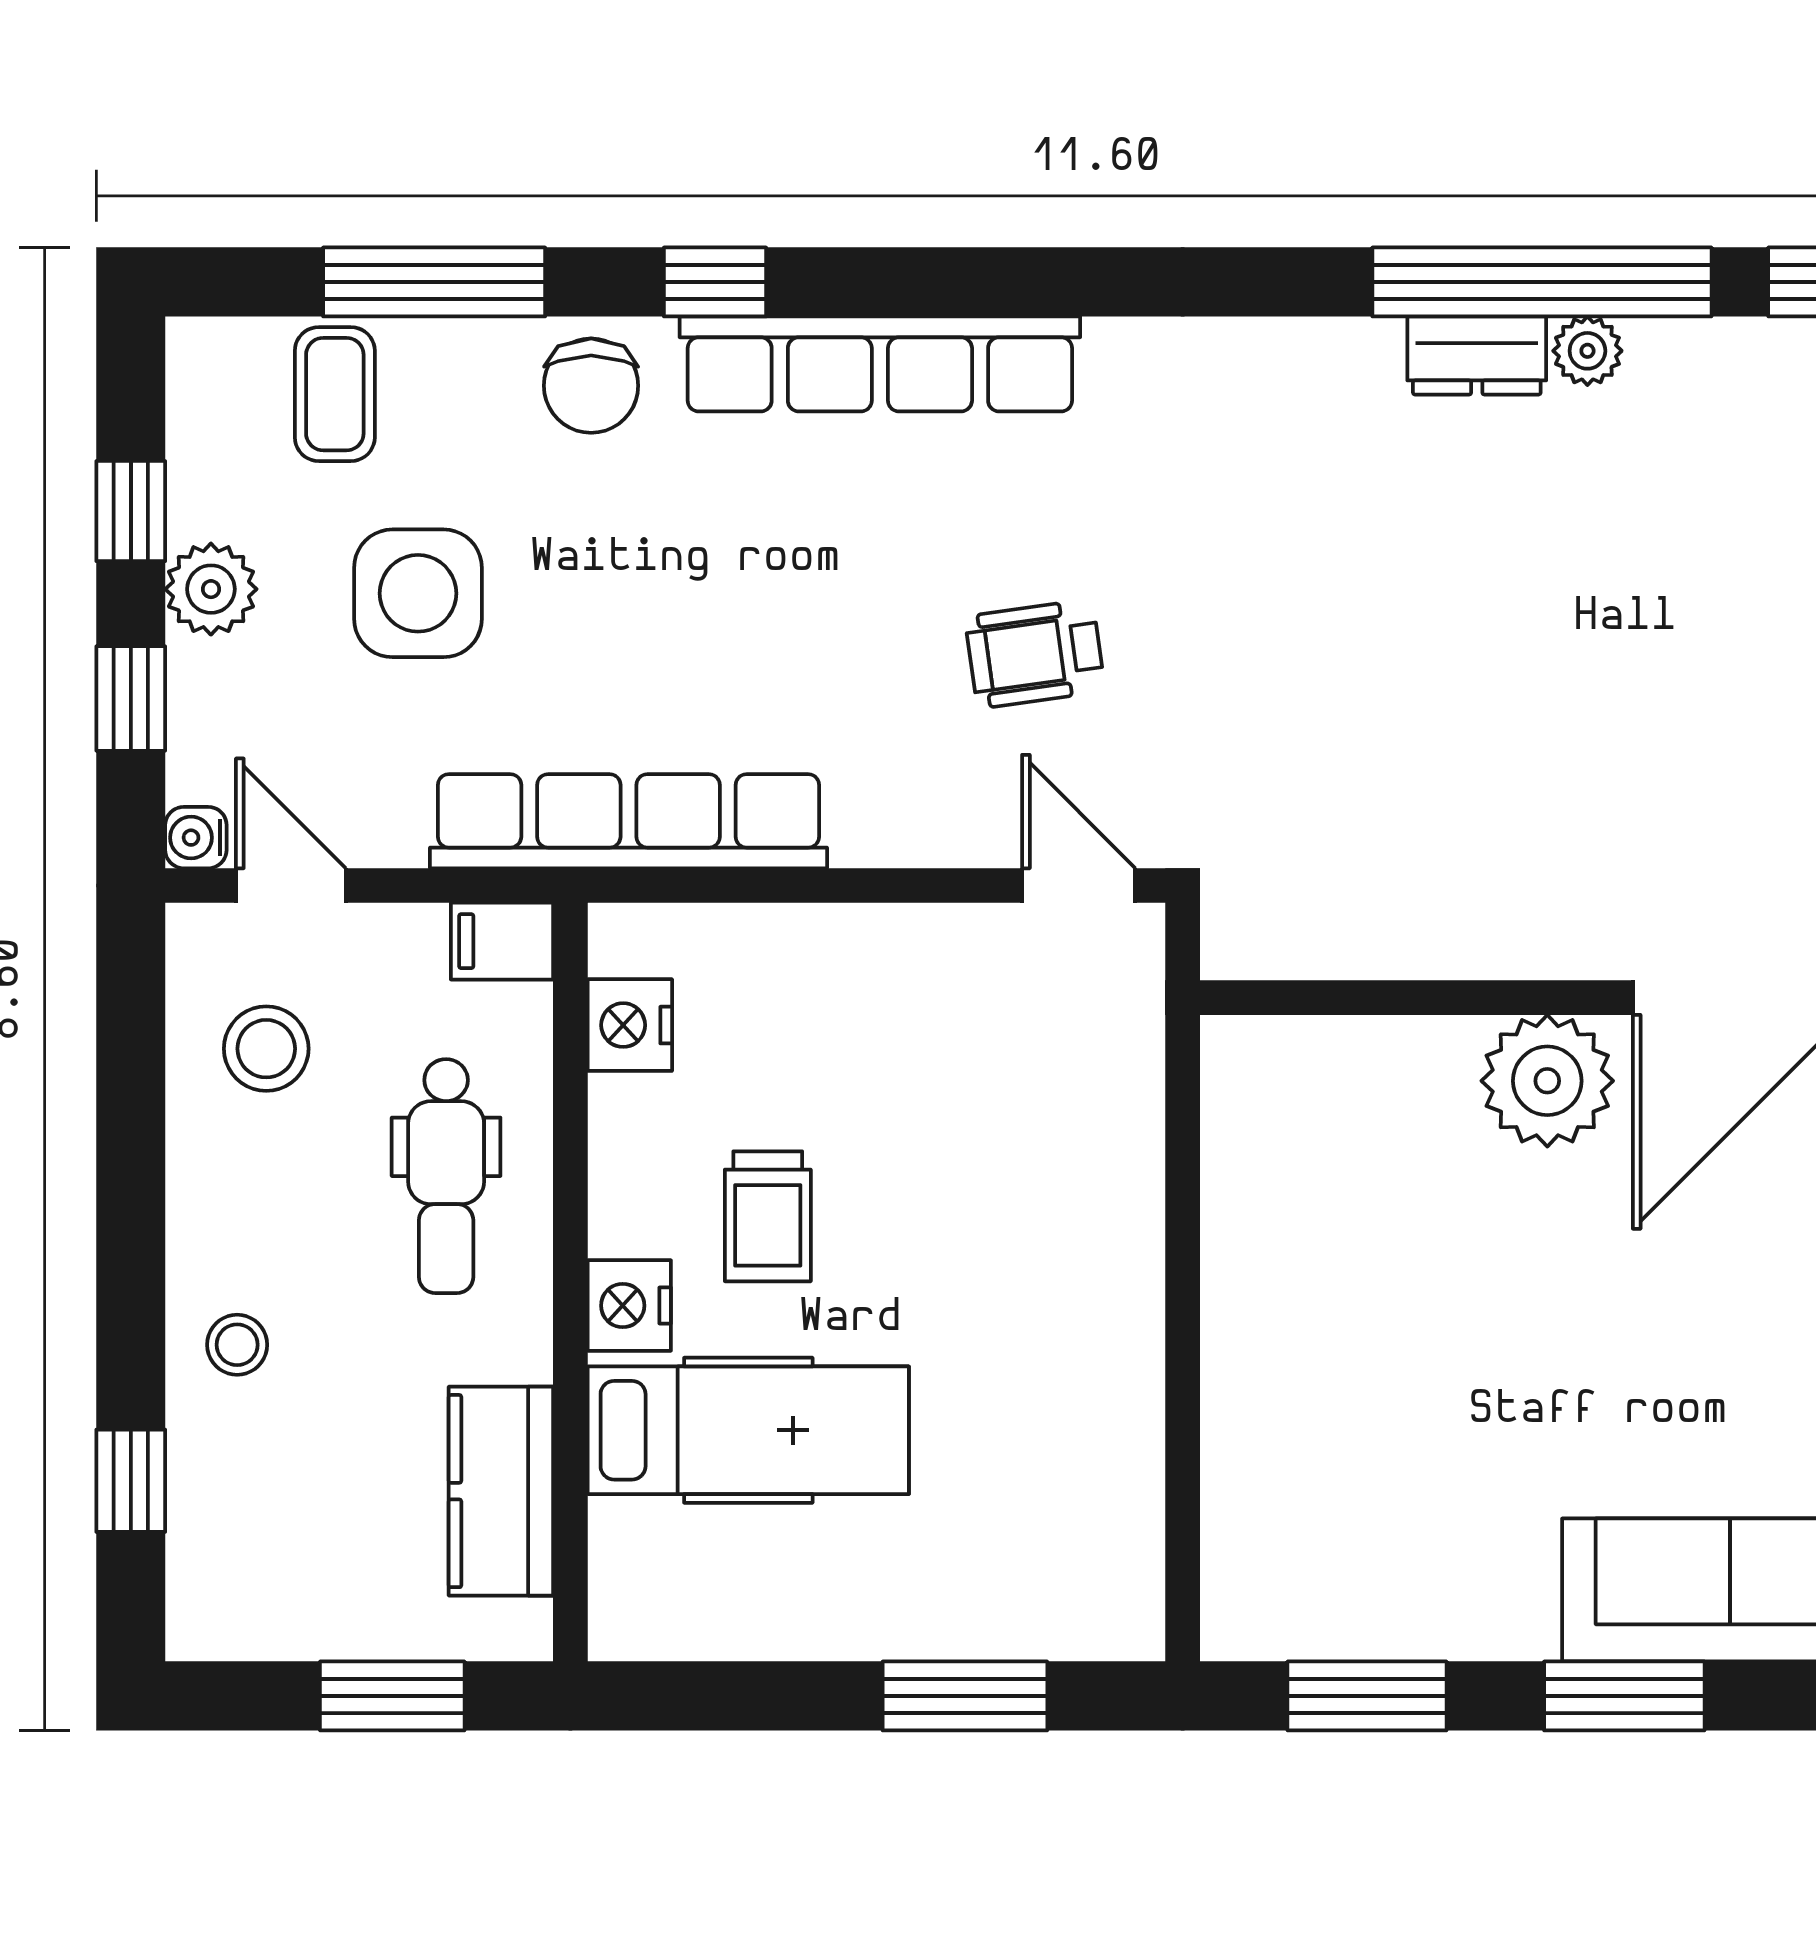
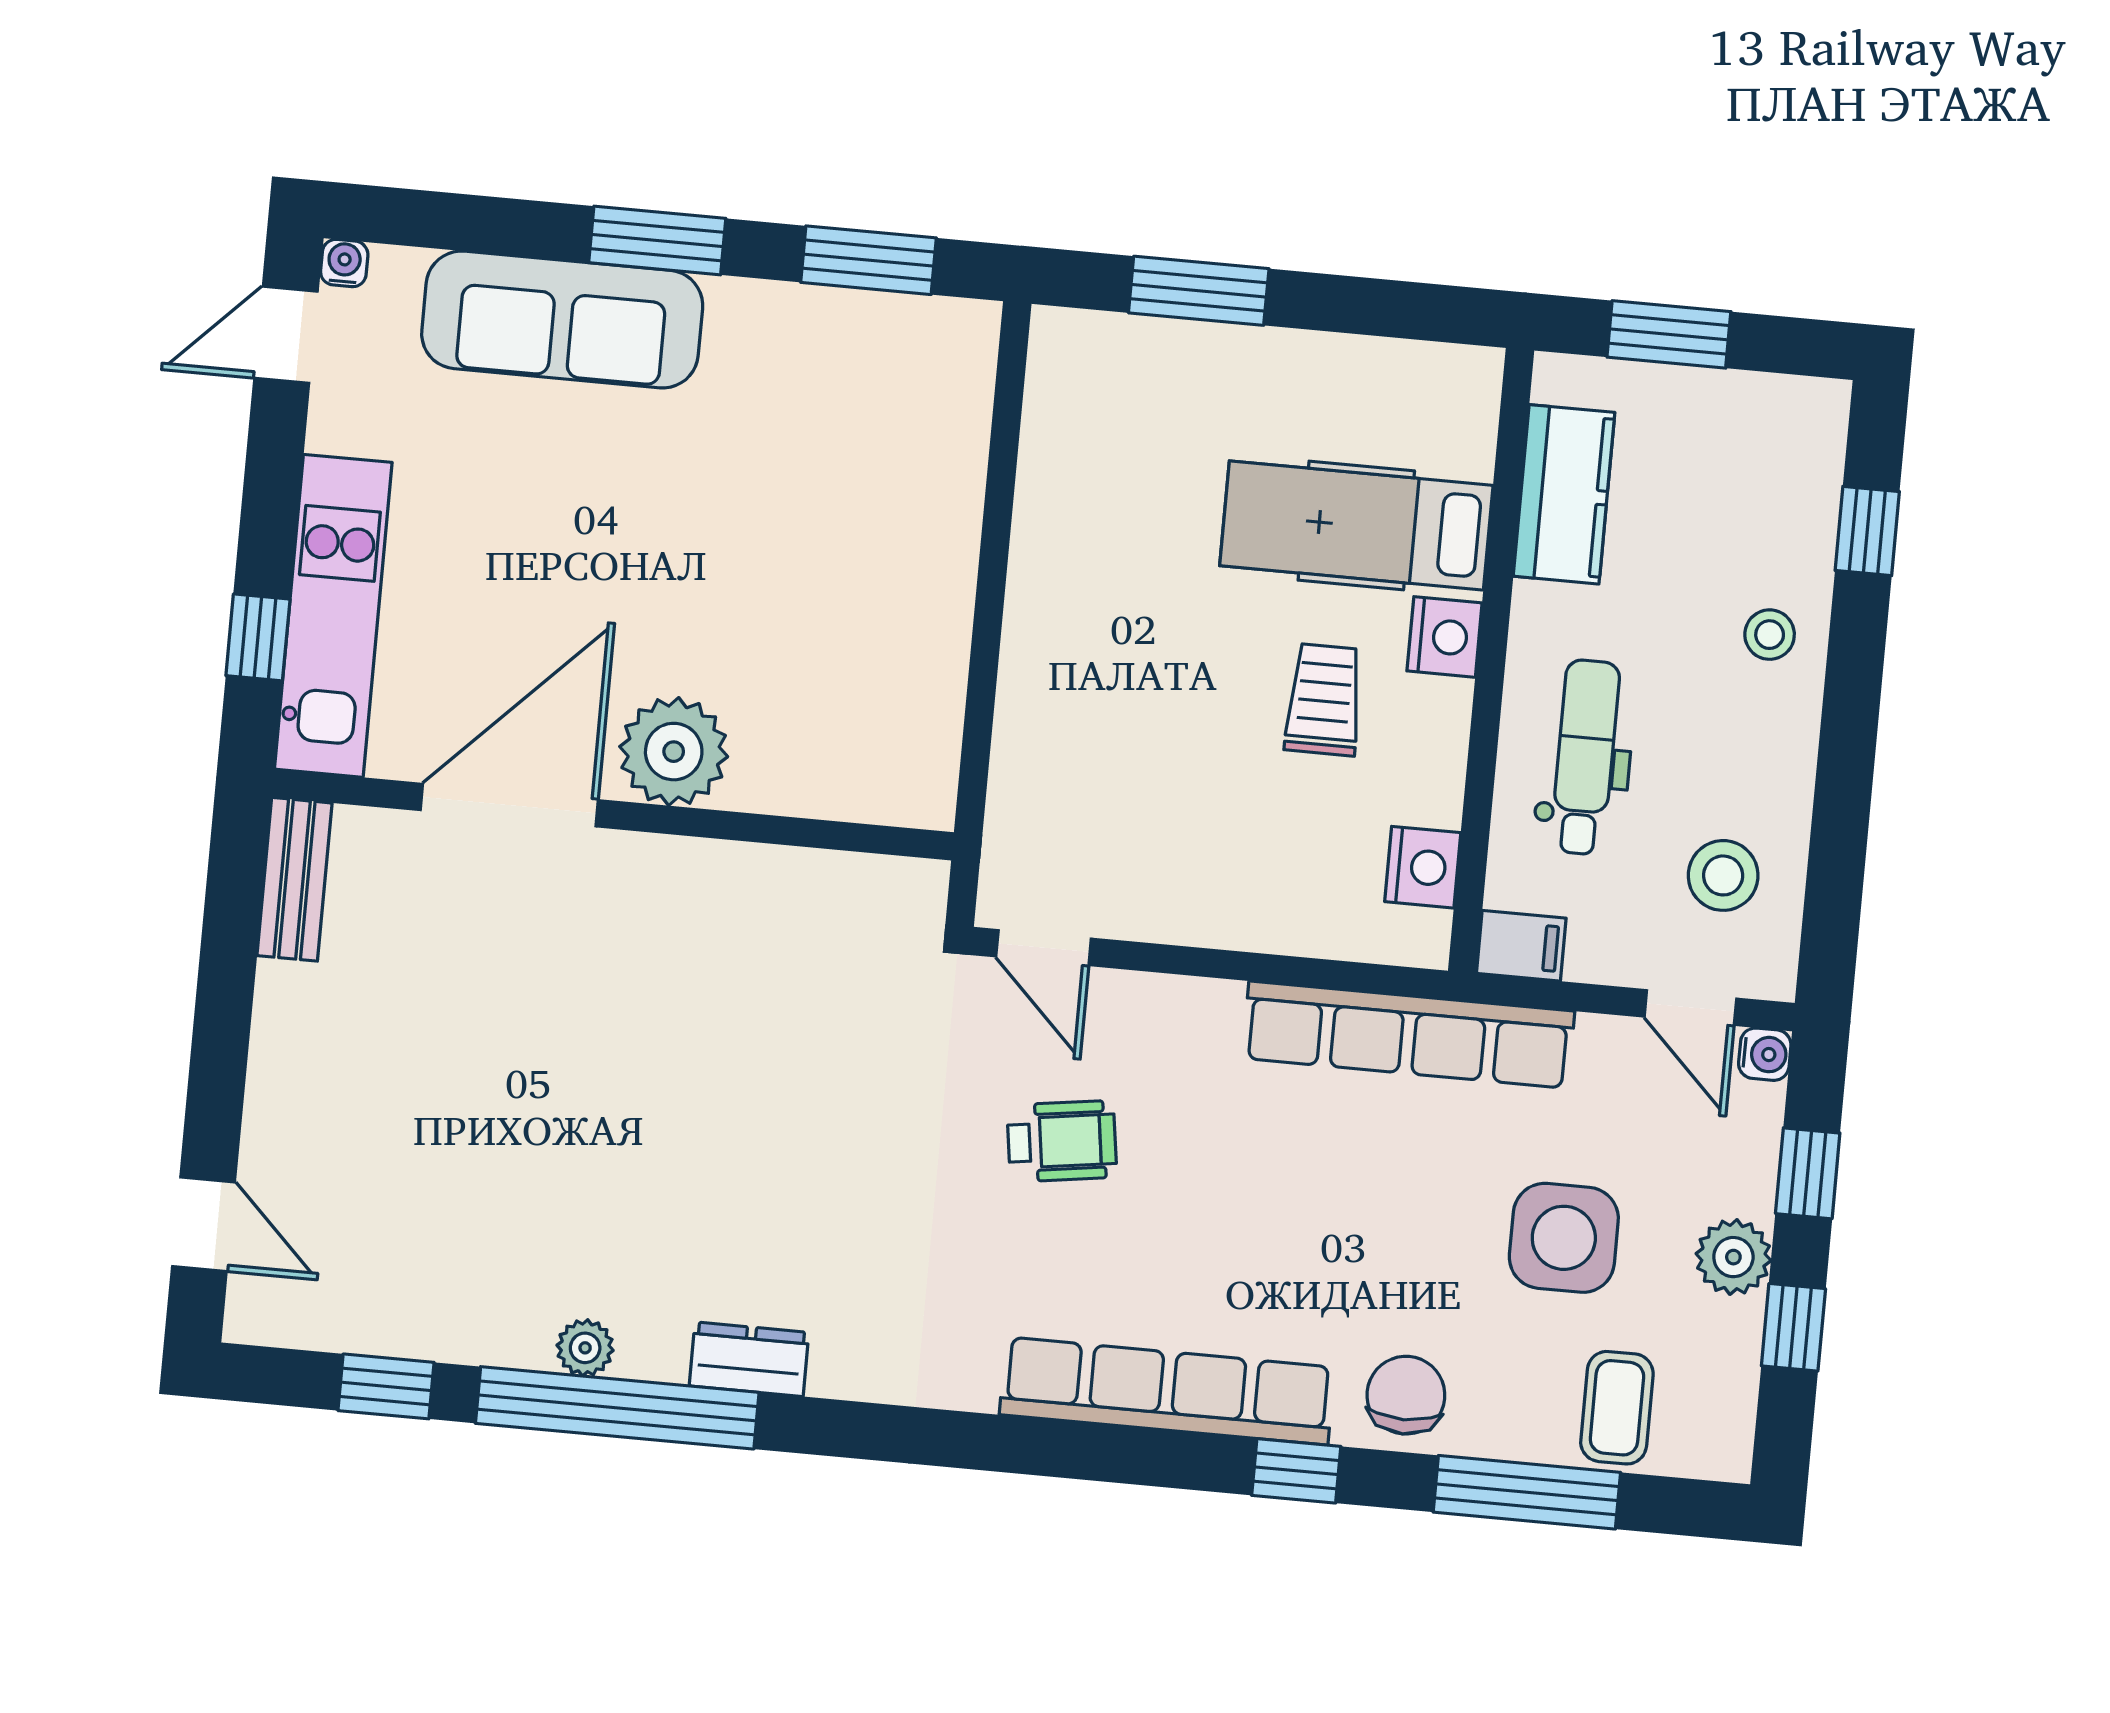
dresser: (1477, 356) -> (749, 1359), moved

